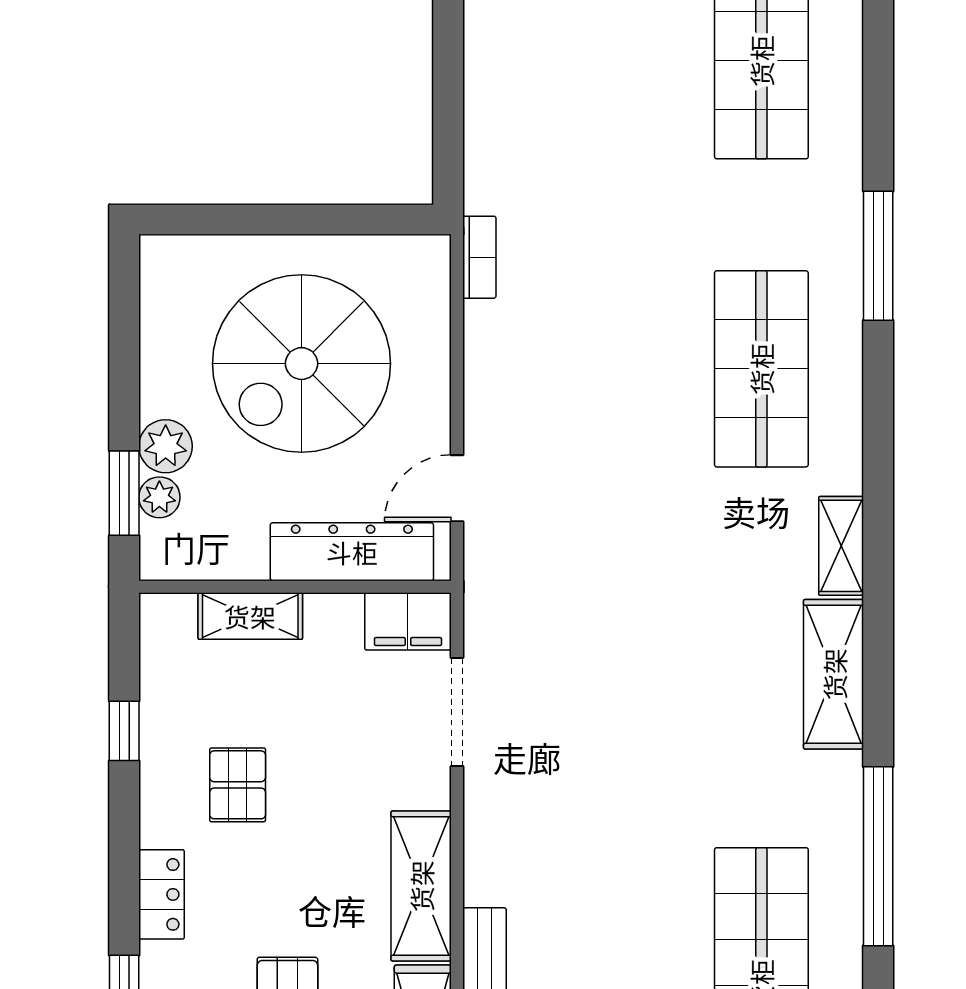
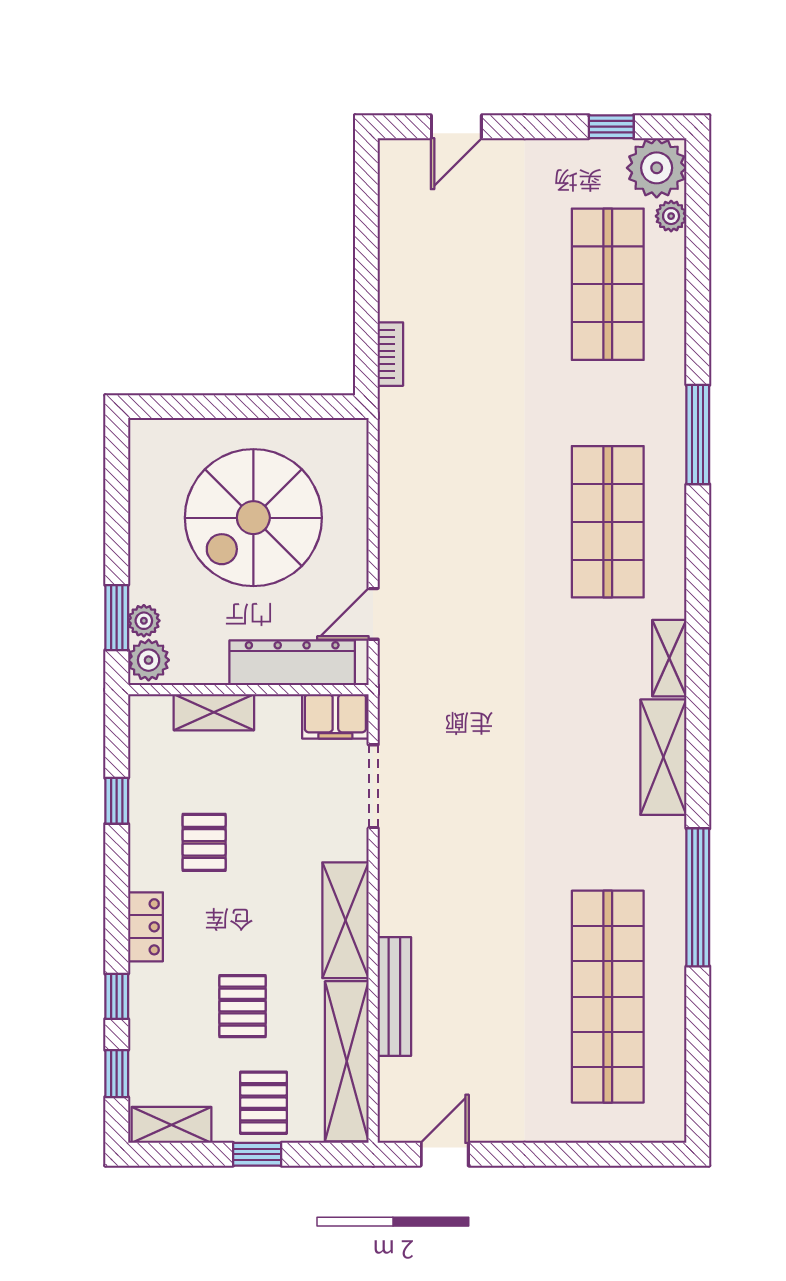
bookcase: (479, 257) -> (390, 354), moved
plant: (166, 446) -> (149, 660), moved

